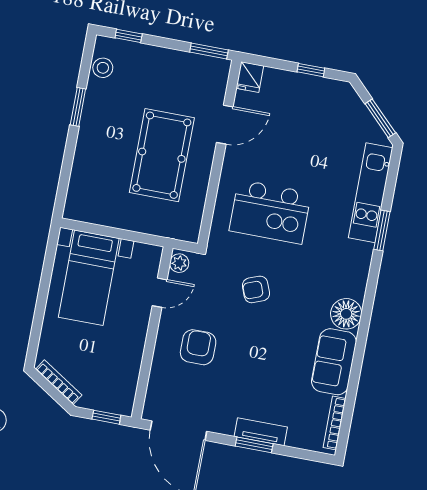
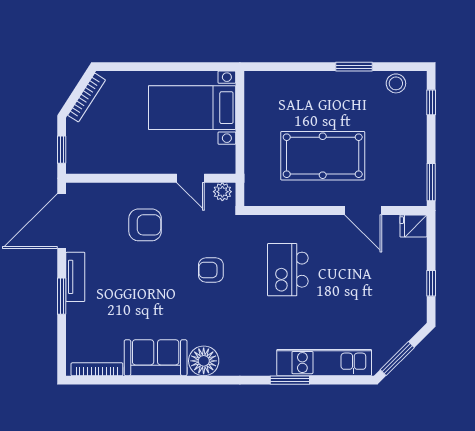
kitchen island: (270, 212) -> (288, 270), width x0.73, depth x0.78
armchair: (256, 289) -> (211, 270), turned -69
tv unit: (261, 432) -> (75, 277), moved

